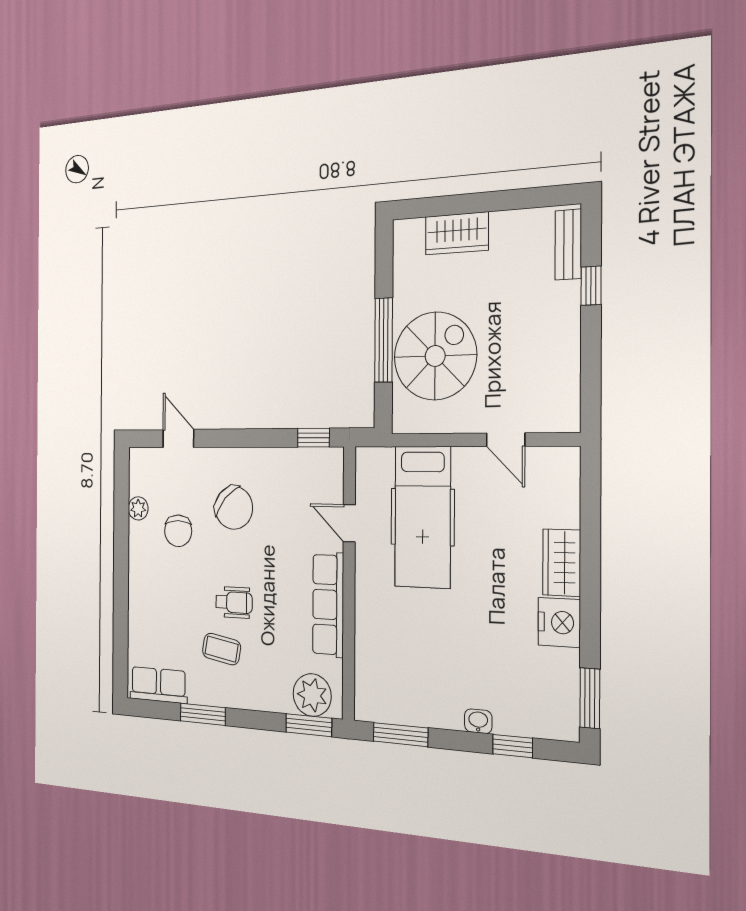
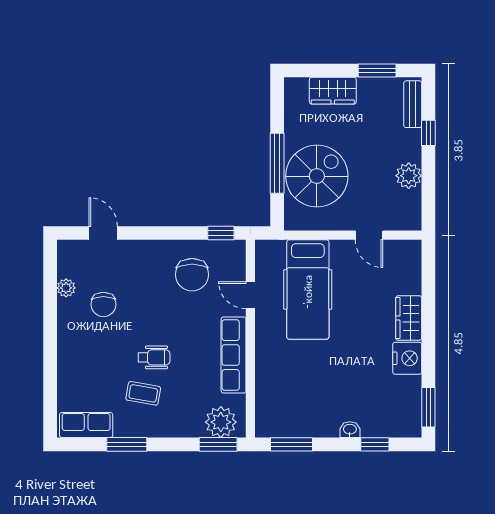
window: (518, 199) -> (377, 71), added
plant: (562, 351) -> (409, 176), added
chair: (234, 508) -> (192, 275), moved, turned 48

